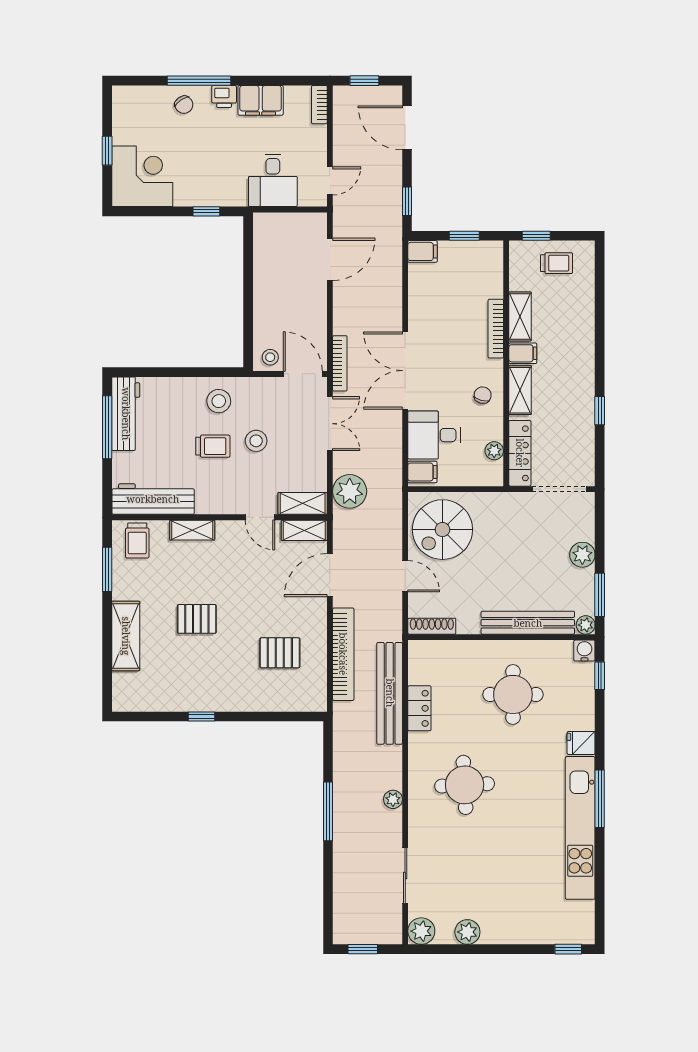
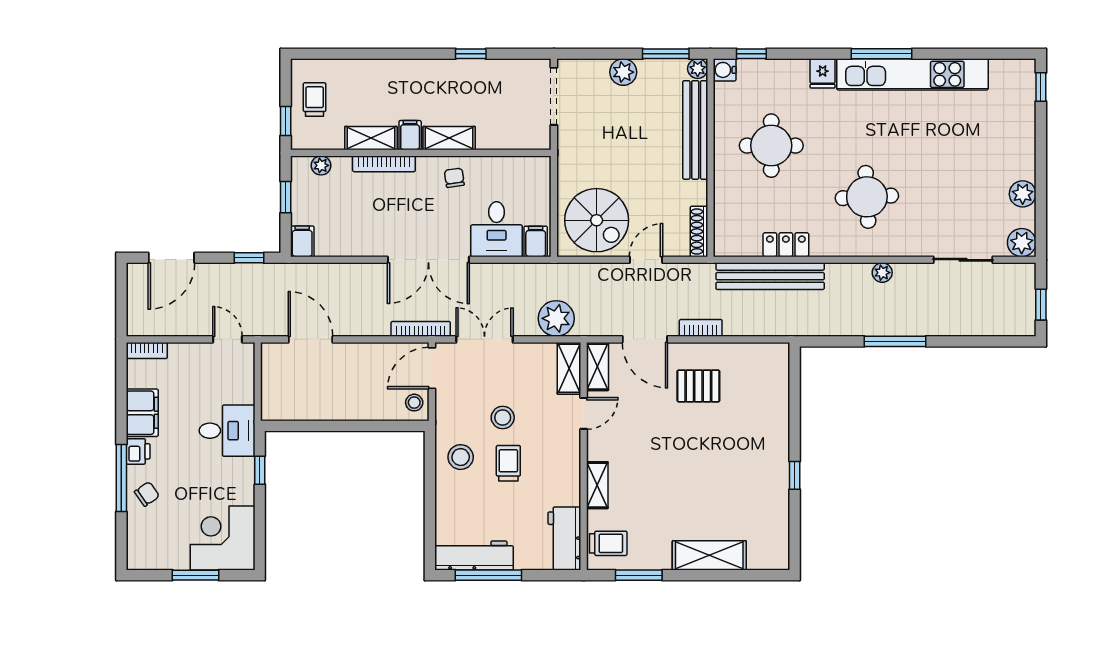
window: (364, 81) -> (121, 303), removed
window: (107, 151) -> (196, 575), width x1.50
desk: (273, 180) -> (227, 431), moved
chair: (483, 395) -> (454, 178), turned 67
plant: (494, 451) -> (321, 165), moved
locker: (520, 453) -> (516, 138), removed
workbench: (153, 499) -> (564, 538), width x0.73
pallet: (197, 619) -> (691, 480), removed
pallet: (280, 653) -> (698, 386), moved, turned 90
bookcase: (343, 654) -> (701, 328), width x0.43, depth x0.76

